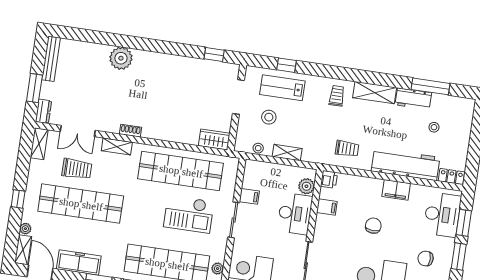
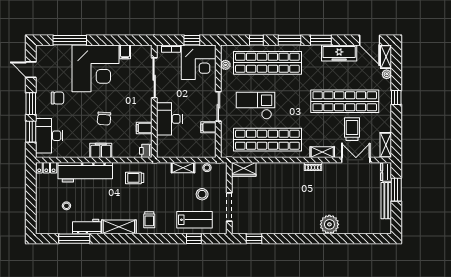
bench: (51, 59) -> (386, 201), moved
trolley: (77, 169) -> (352, 129), turned 90
plant: (306, 186) -> (163, 143), removed
filing cabinet: (396, 190) -> (101, 150), moved

